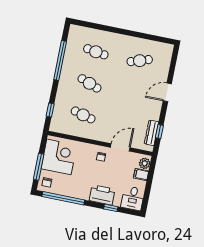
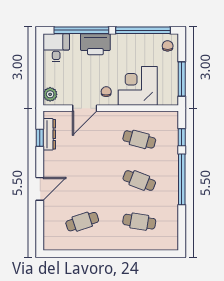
window: (60, 60) -> (182, 179), moved
corner desk: (59, 157) -> (138, 86), moved, turned 90
window: (39, 167) -> (182, 79), moved
filing cabinet: (141, 174) -> (52, 80), removed
window: (111, 208) -> (81, 30), width x3.17

